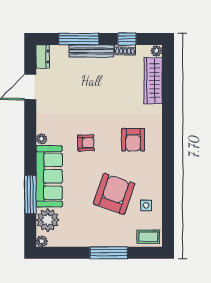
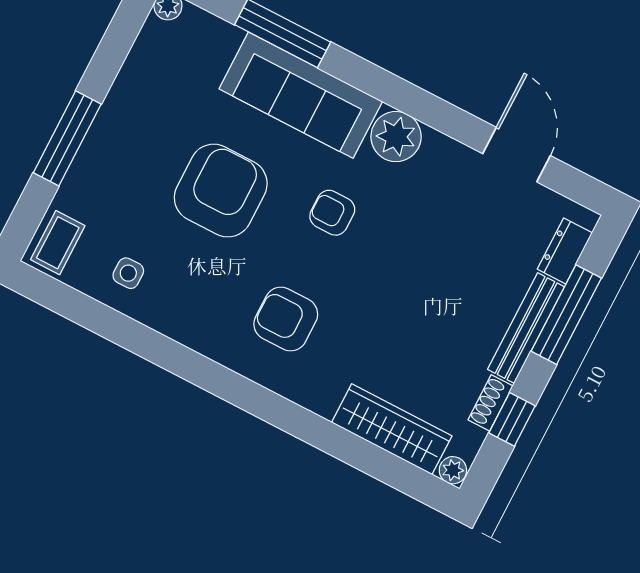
dresser: (43, 57) -> (565, 251), moved, turned 90
plant: (42, 139) -> (396, 137), width x1.87, depth x1.87
armchair: (86, 143) -> (332, 213), turned 92
armchair: (114, 194) -> (221, 191), moved, turned -109
plant: (48, 220) -> (208, 43), removed

